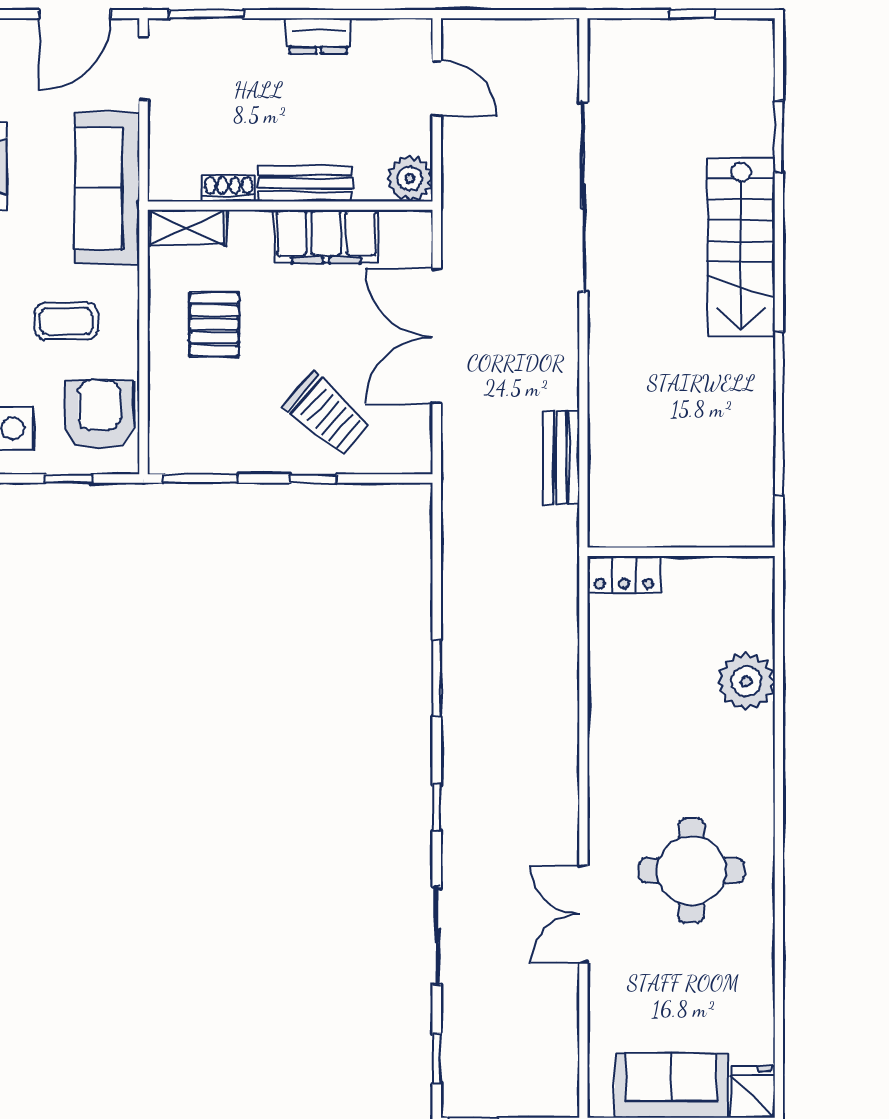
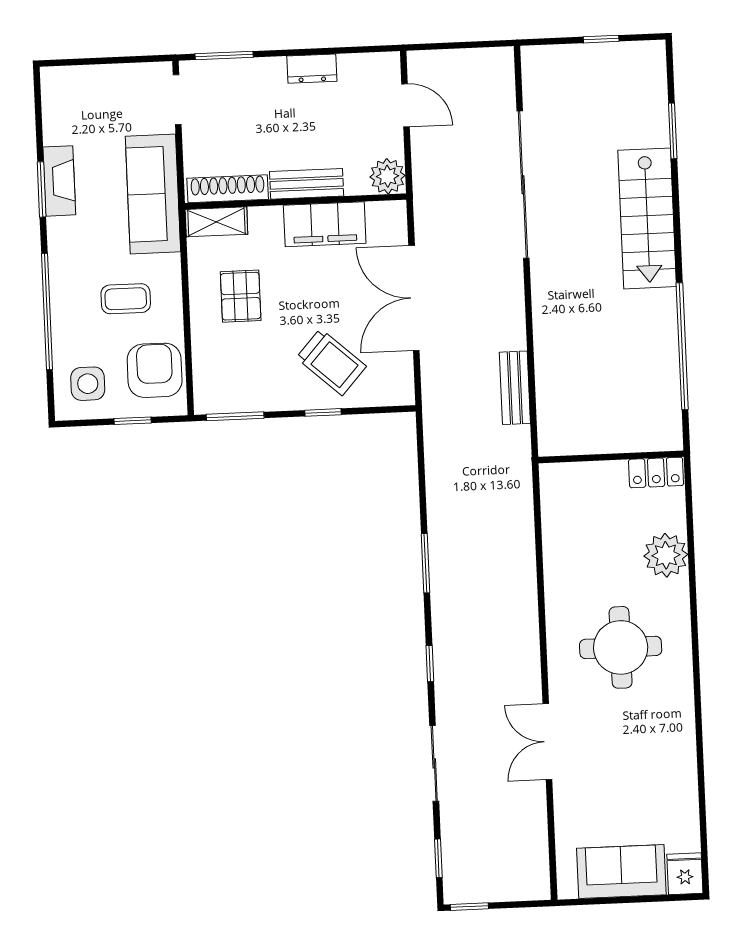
door: (75, 14) -> (122, 60), removed
shoe rack: (229, 189) -> (228, 189), width x1.94, depth x1.24
locker: (624, 574) -> (656, 472), moved
round table: (691, 870) -> (621, 647), moved

